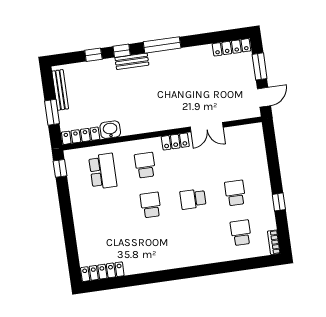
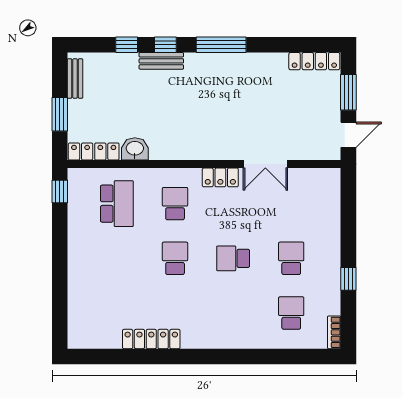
bench: (132, 61) -> (161, 61), moved
bench: (60, 90) -> (75, 78), width x0.73
locker: (102, 272) -> (151, 339), moved

